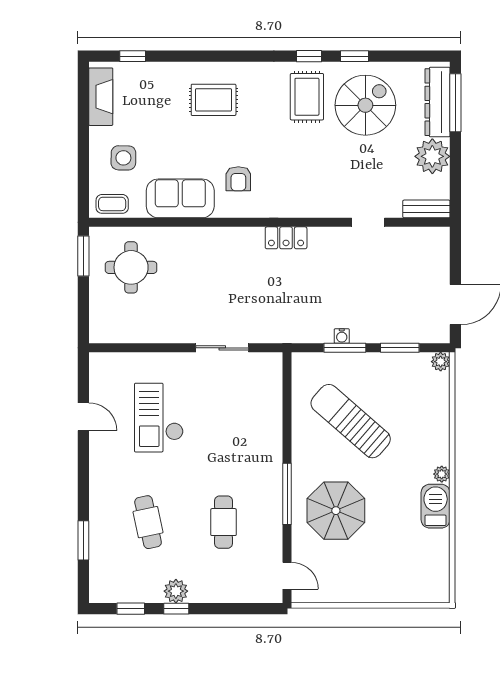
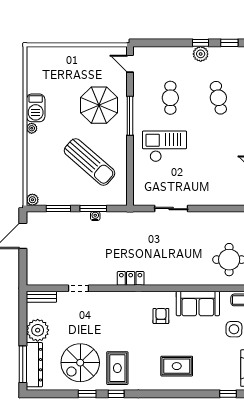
checkout: (159, 418) -> (164, 146), moved, turned -90

